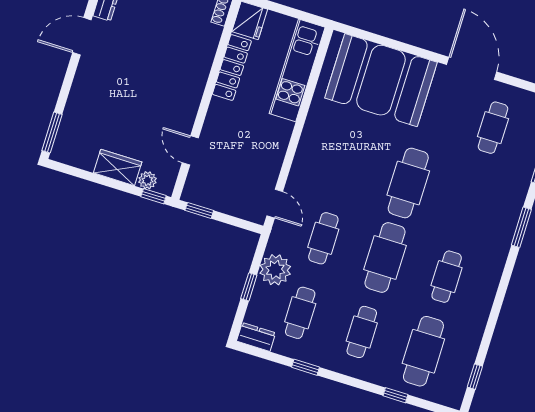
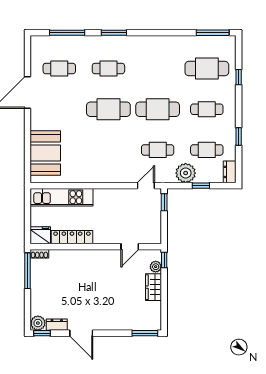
booth: (381, 80) -> (45, 153), width x0.73, depth x0.70
window: (199, 210) -> (164, 202), moved
cafe table: (447, 277) -> (108, 69), moved
window: (475, 377) -> (213, 33), width x2.17

